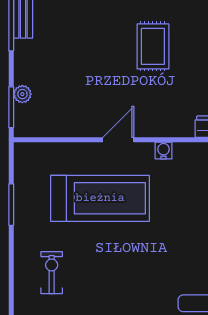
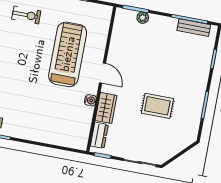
wardrobe: (171, 124) -> (106, 108), added
treadmill: (100, 198) -> (68, 54), turned 180

